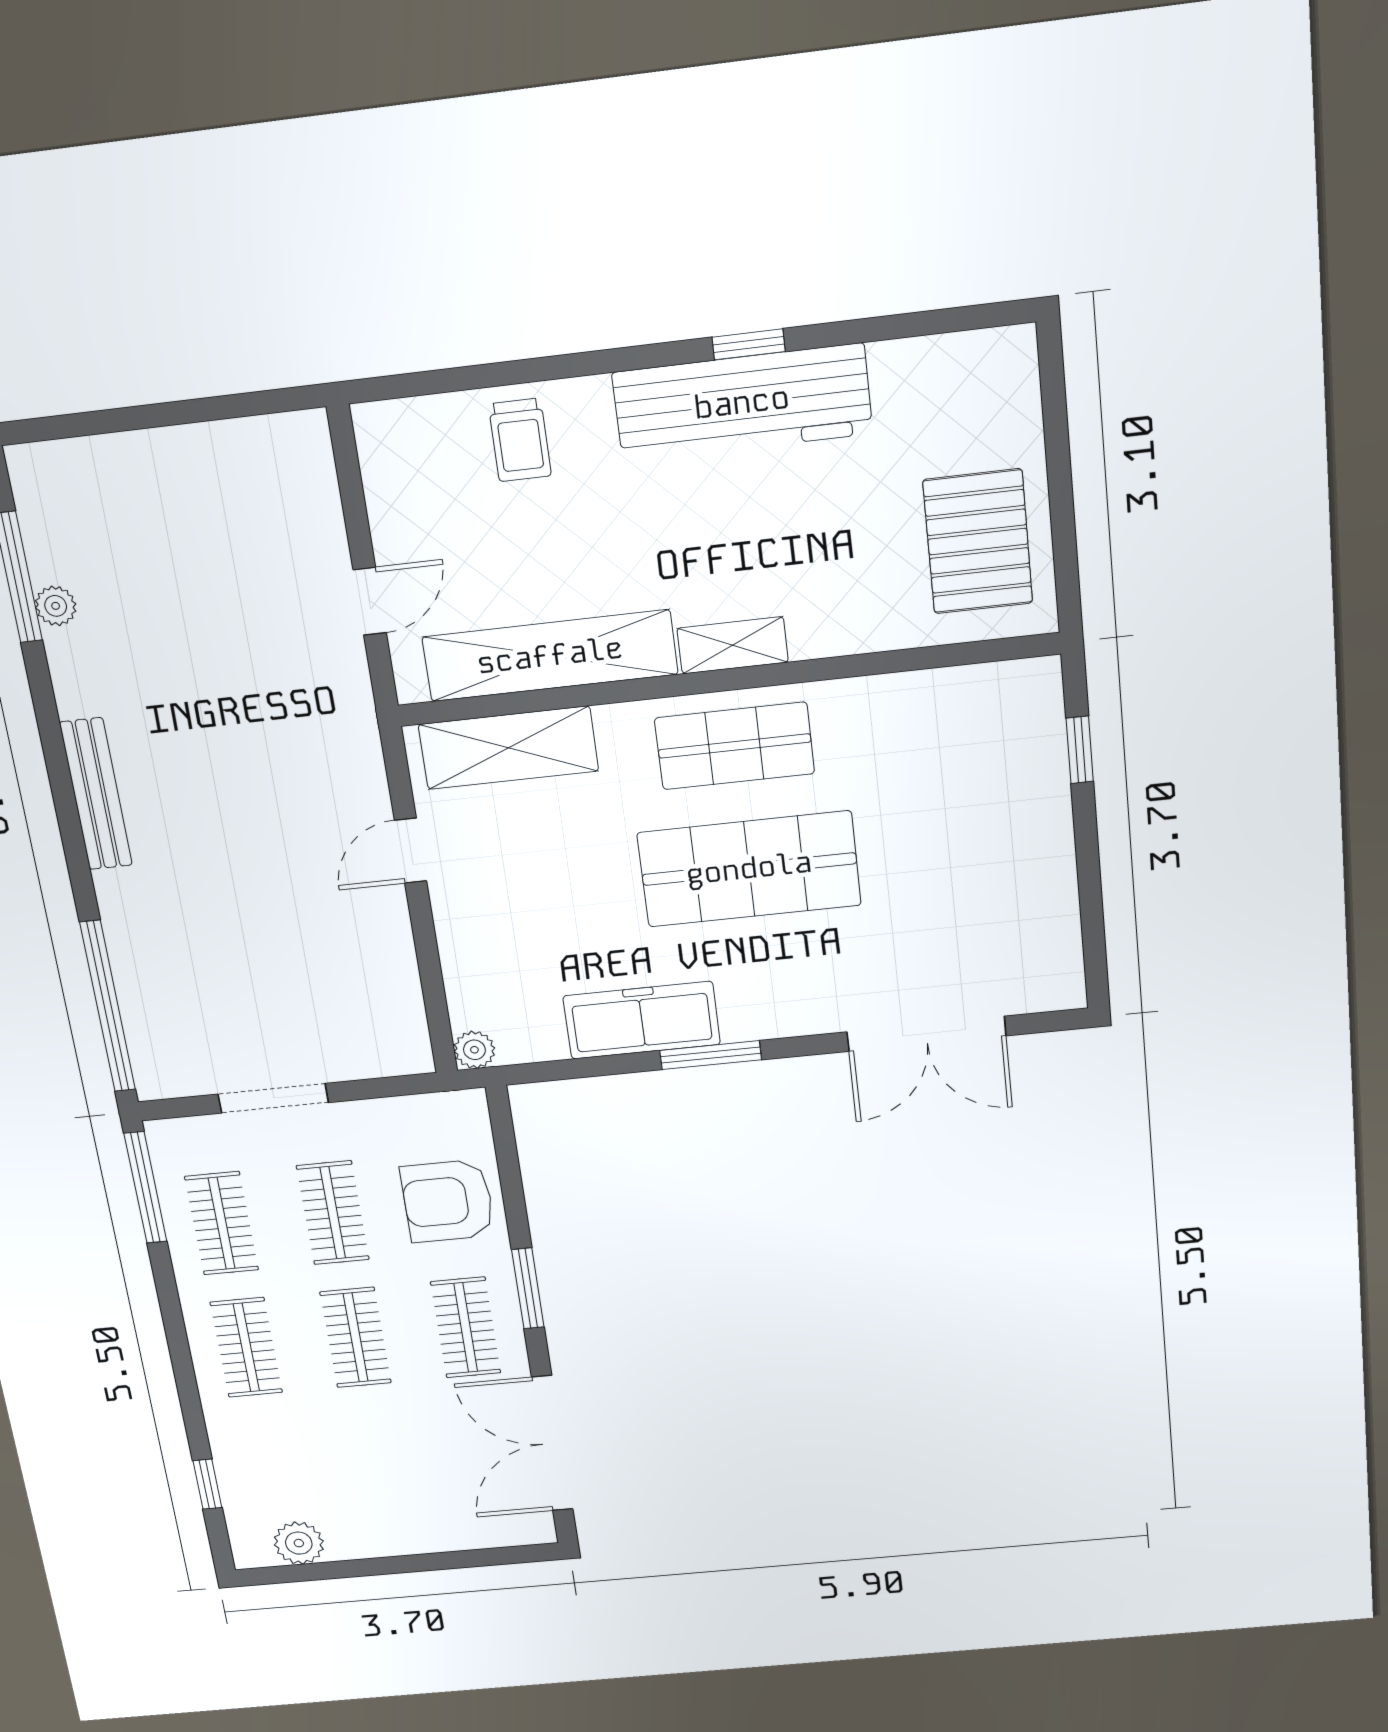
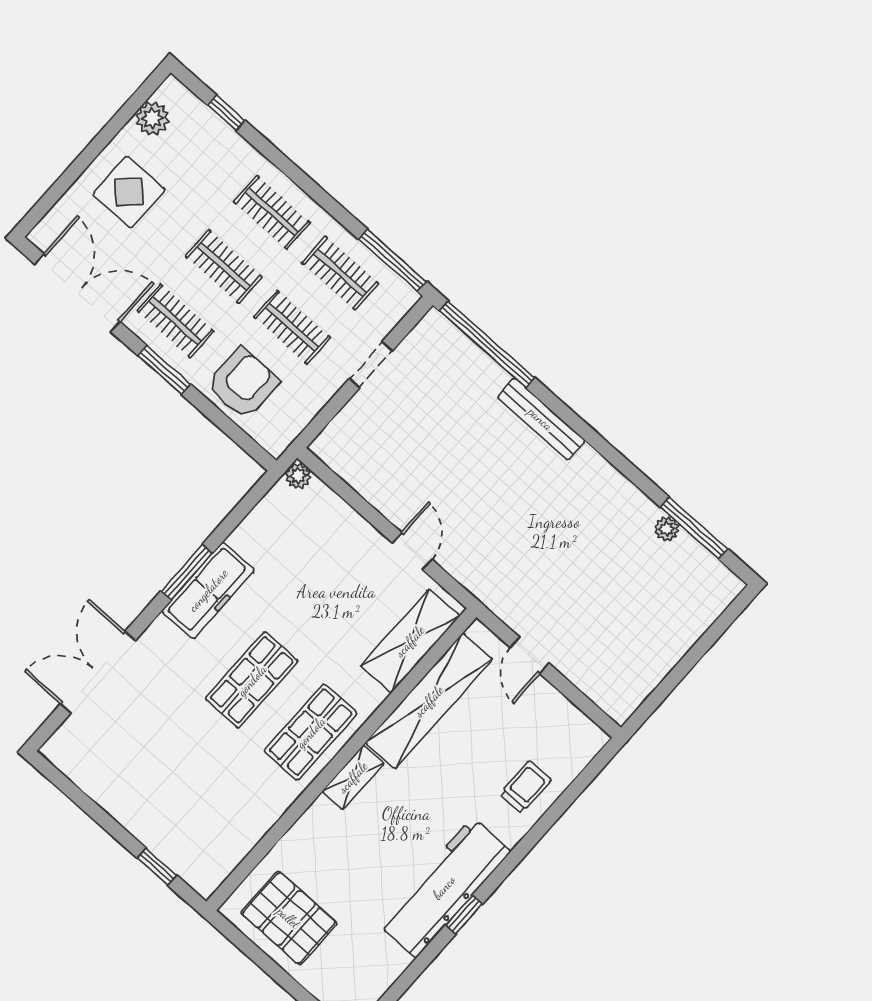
trolley: (520, 440) -> (525, 787), turned 90
bench: (96, 794) -> (541, 419), moved
shop shelf: (749, 869) -> (252, 680), width x0.70, depth x0.74
freezer: (642, 1020) -> (208, 590), moved
doorway: (273, 1098) -> (371, 365), width x0.73
display table: (395, 1495) -> (129, 192), added

